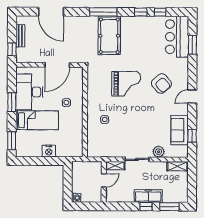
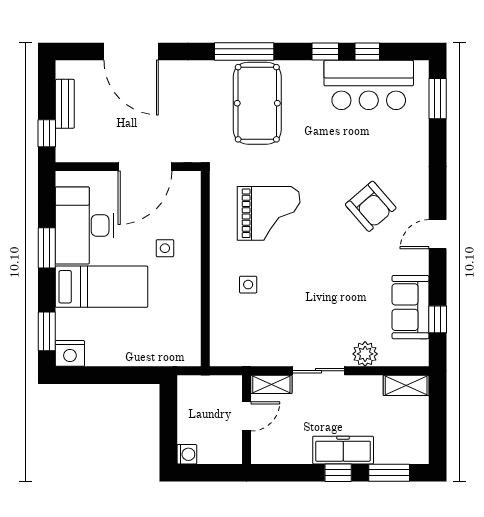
bar counter: (177, 37) -> (369, 85), moved, turned -90
window: (192, 45) -> (438, 99), moved
grand piano: (126, 84) -> (269, 213), moved
nightstand: (49, 151) -> (70, 353), moved

